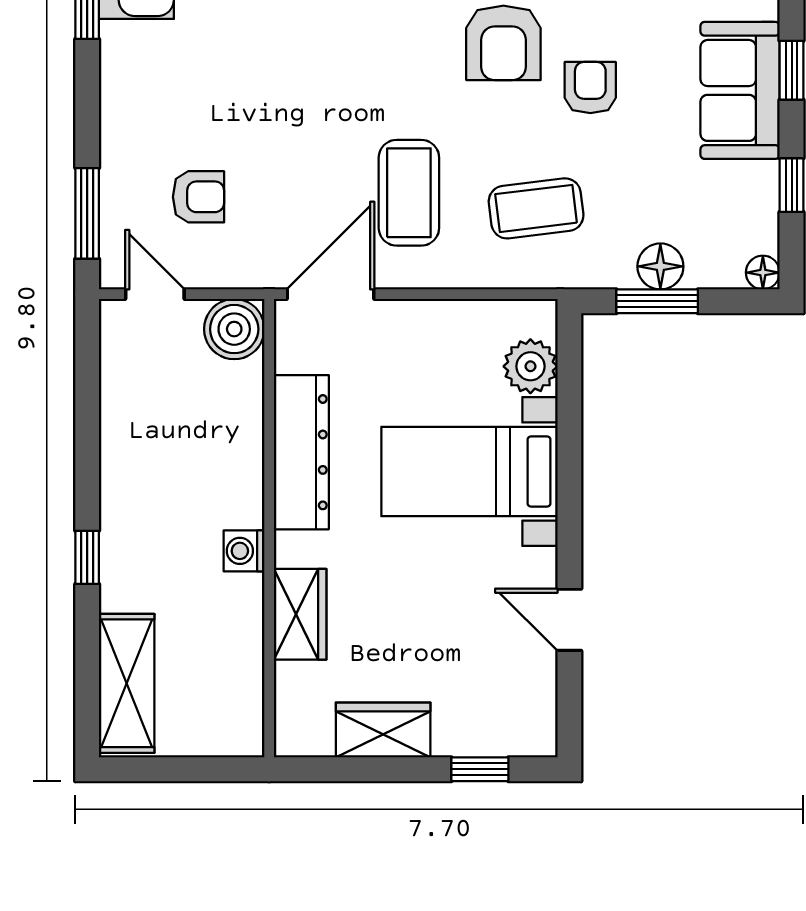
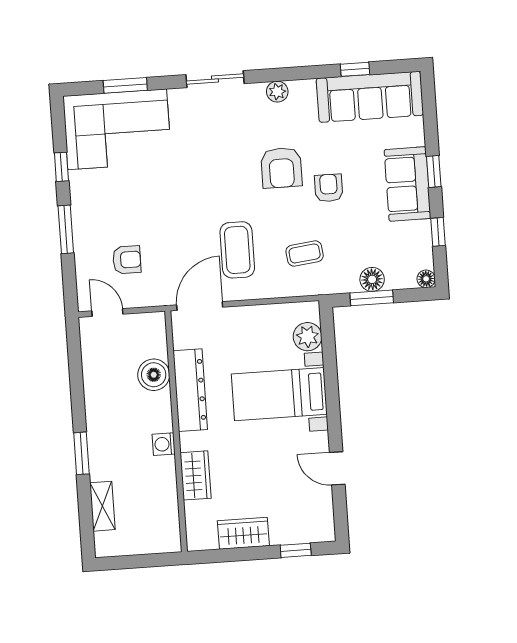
coffee table: (536, 208) -> (305, 253), width x0.73, depth x0.77
window: (87, 213) -> (66, 229), moved
boiler: (234, 329) -> (154, 375), moved
window: (87, 557) -> (81, 453), width x1.50
shelving: (127, 683) -> (102, 506), width x0.67, depth x0.75

